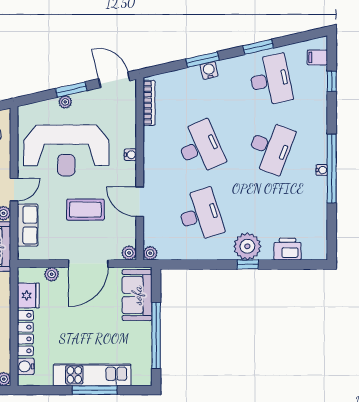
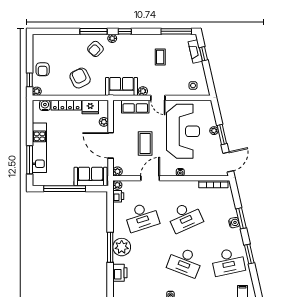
reception desk: (66, 150) -> (183, 131), turned 180
printer: (168, 252) -> (118, 196), added
window: (248, 264) -> (110, 247), width x2.17
window: (95, 390) -> (30, 160), moved

